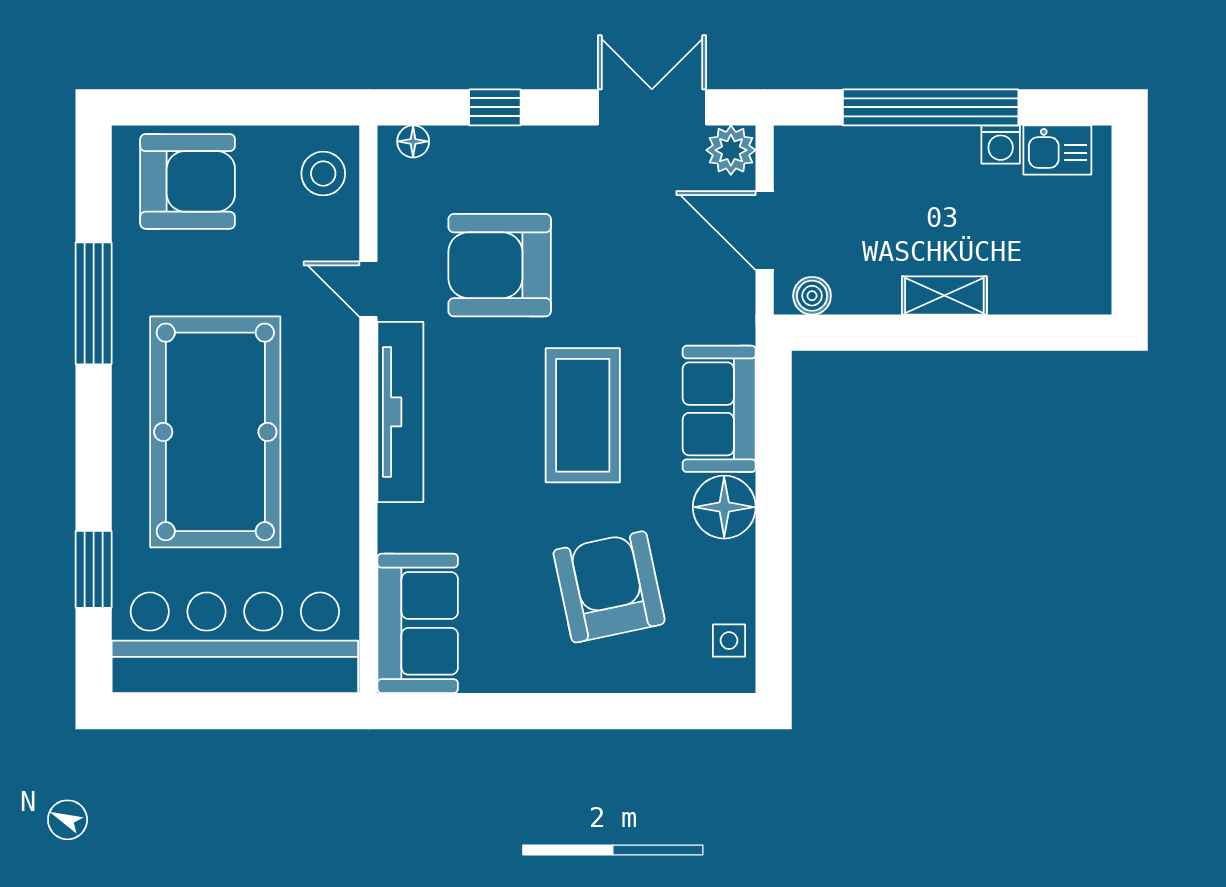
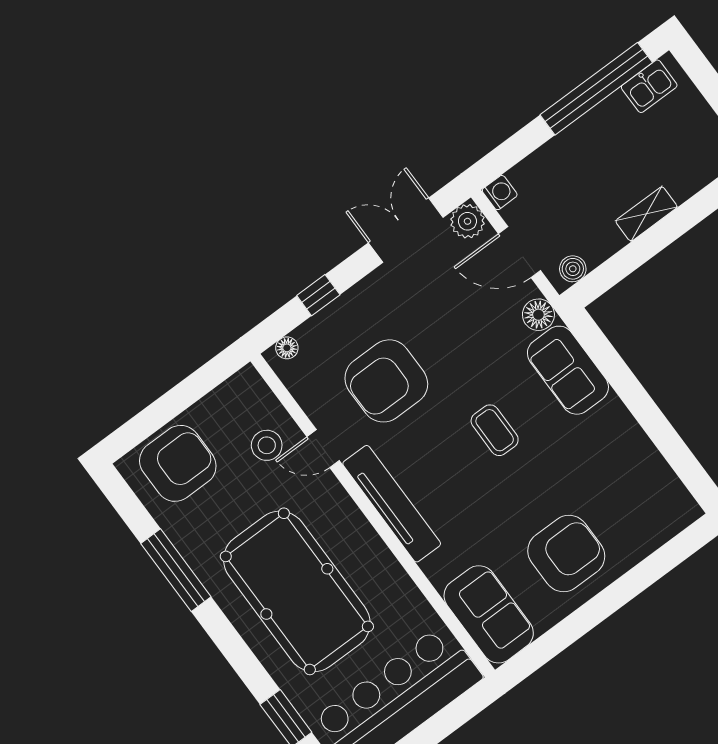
window: (931, 107) -> (596, 89), moved
washing machine: (1001, 145) -> (500, 193), moved, turned -90
stool: (323, 174) -> (267, 445), moved
coffee table: (583, 415) -> (495, 430), width x0.54, depth x0.58
floor lamp: (724, 507) -> (538, 315), moved, width x0.73, depth x0.73
armchair: (609, 587) -> (566, 554), moved, turned 102
side table: (729, 641) -> (669, 495), removed

